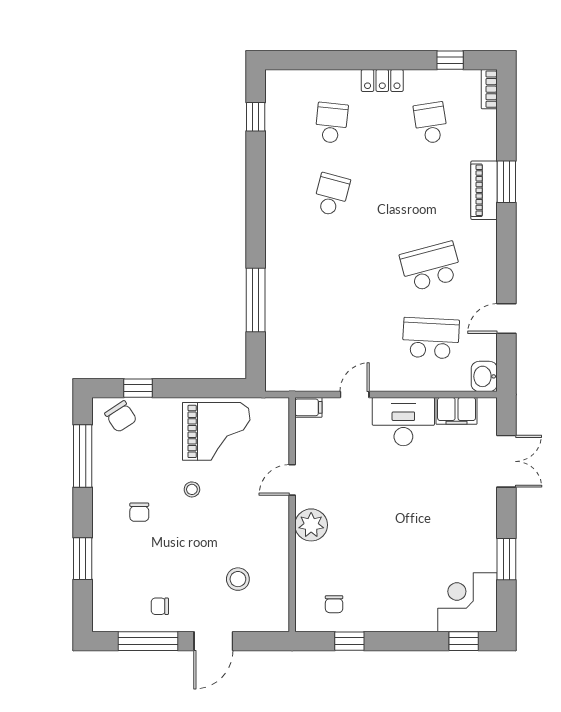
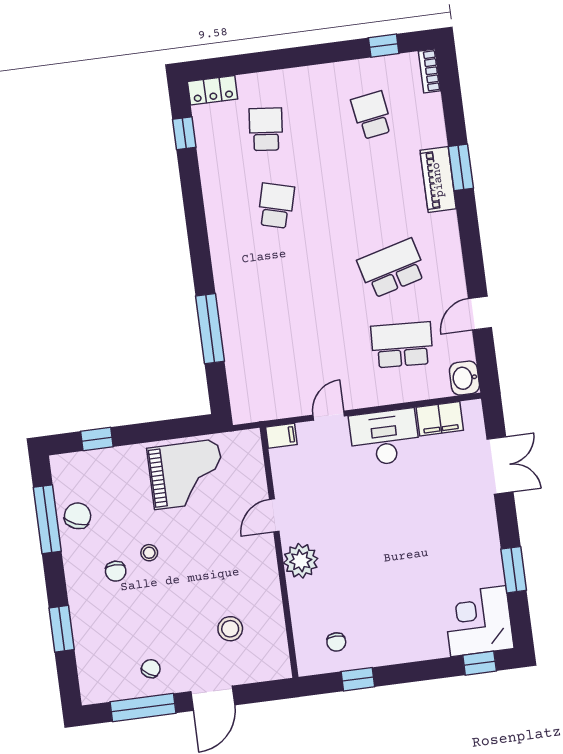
locker: (382, 81) -> (213, 90), moved
chair: (121, 417) -> (78, 516), moved, turned -125
stool: (192, 489) -> (149, 553), moved
chair: (160, 606) -> (151, 669), turned 122

